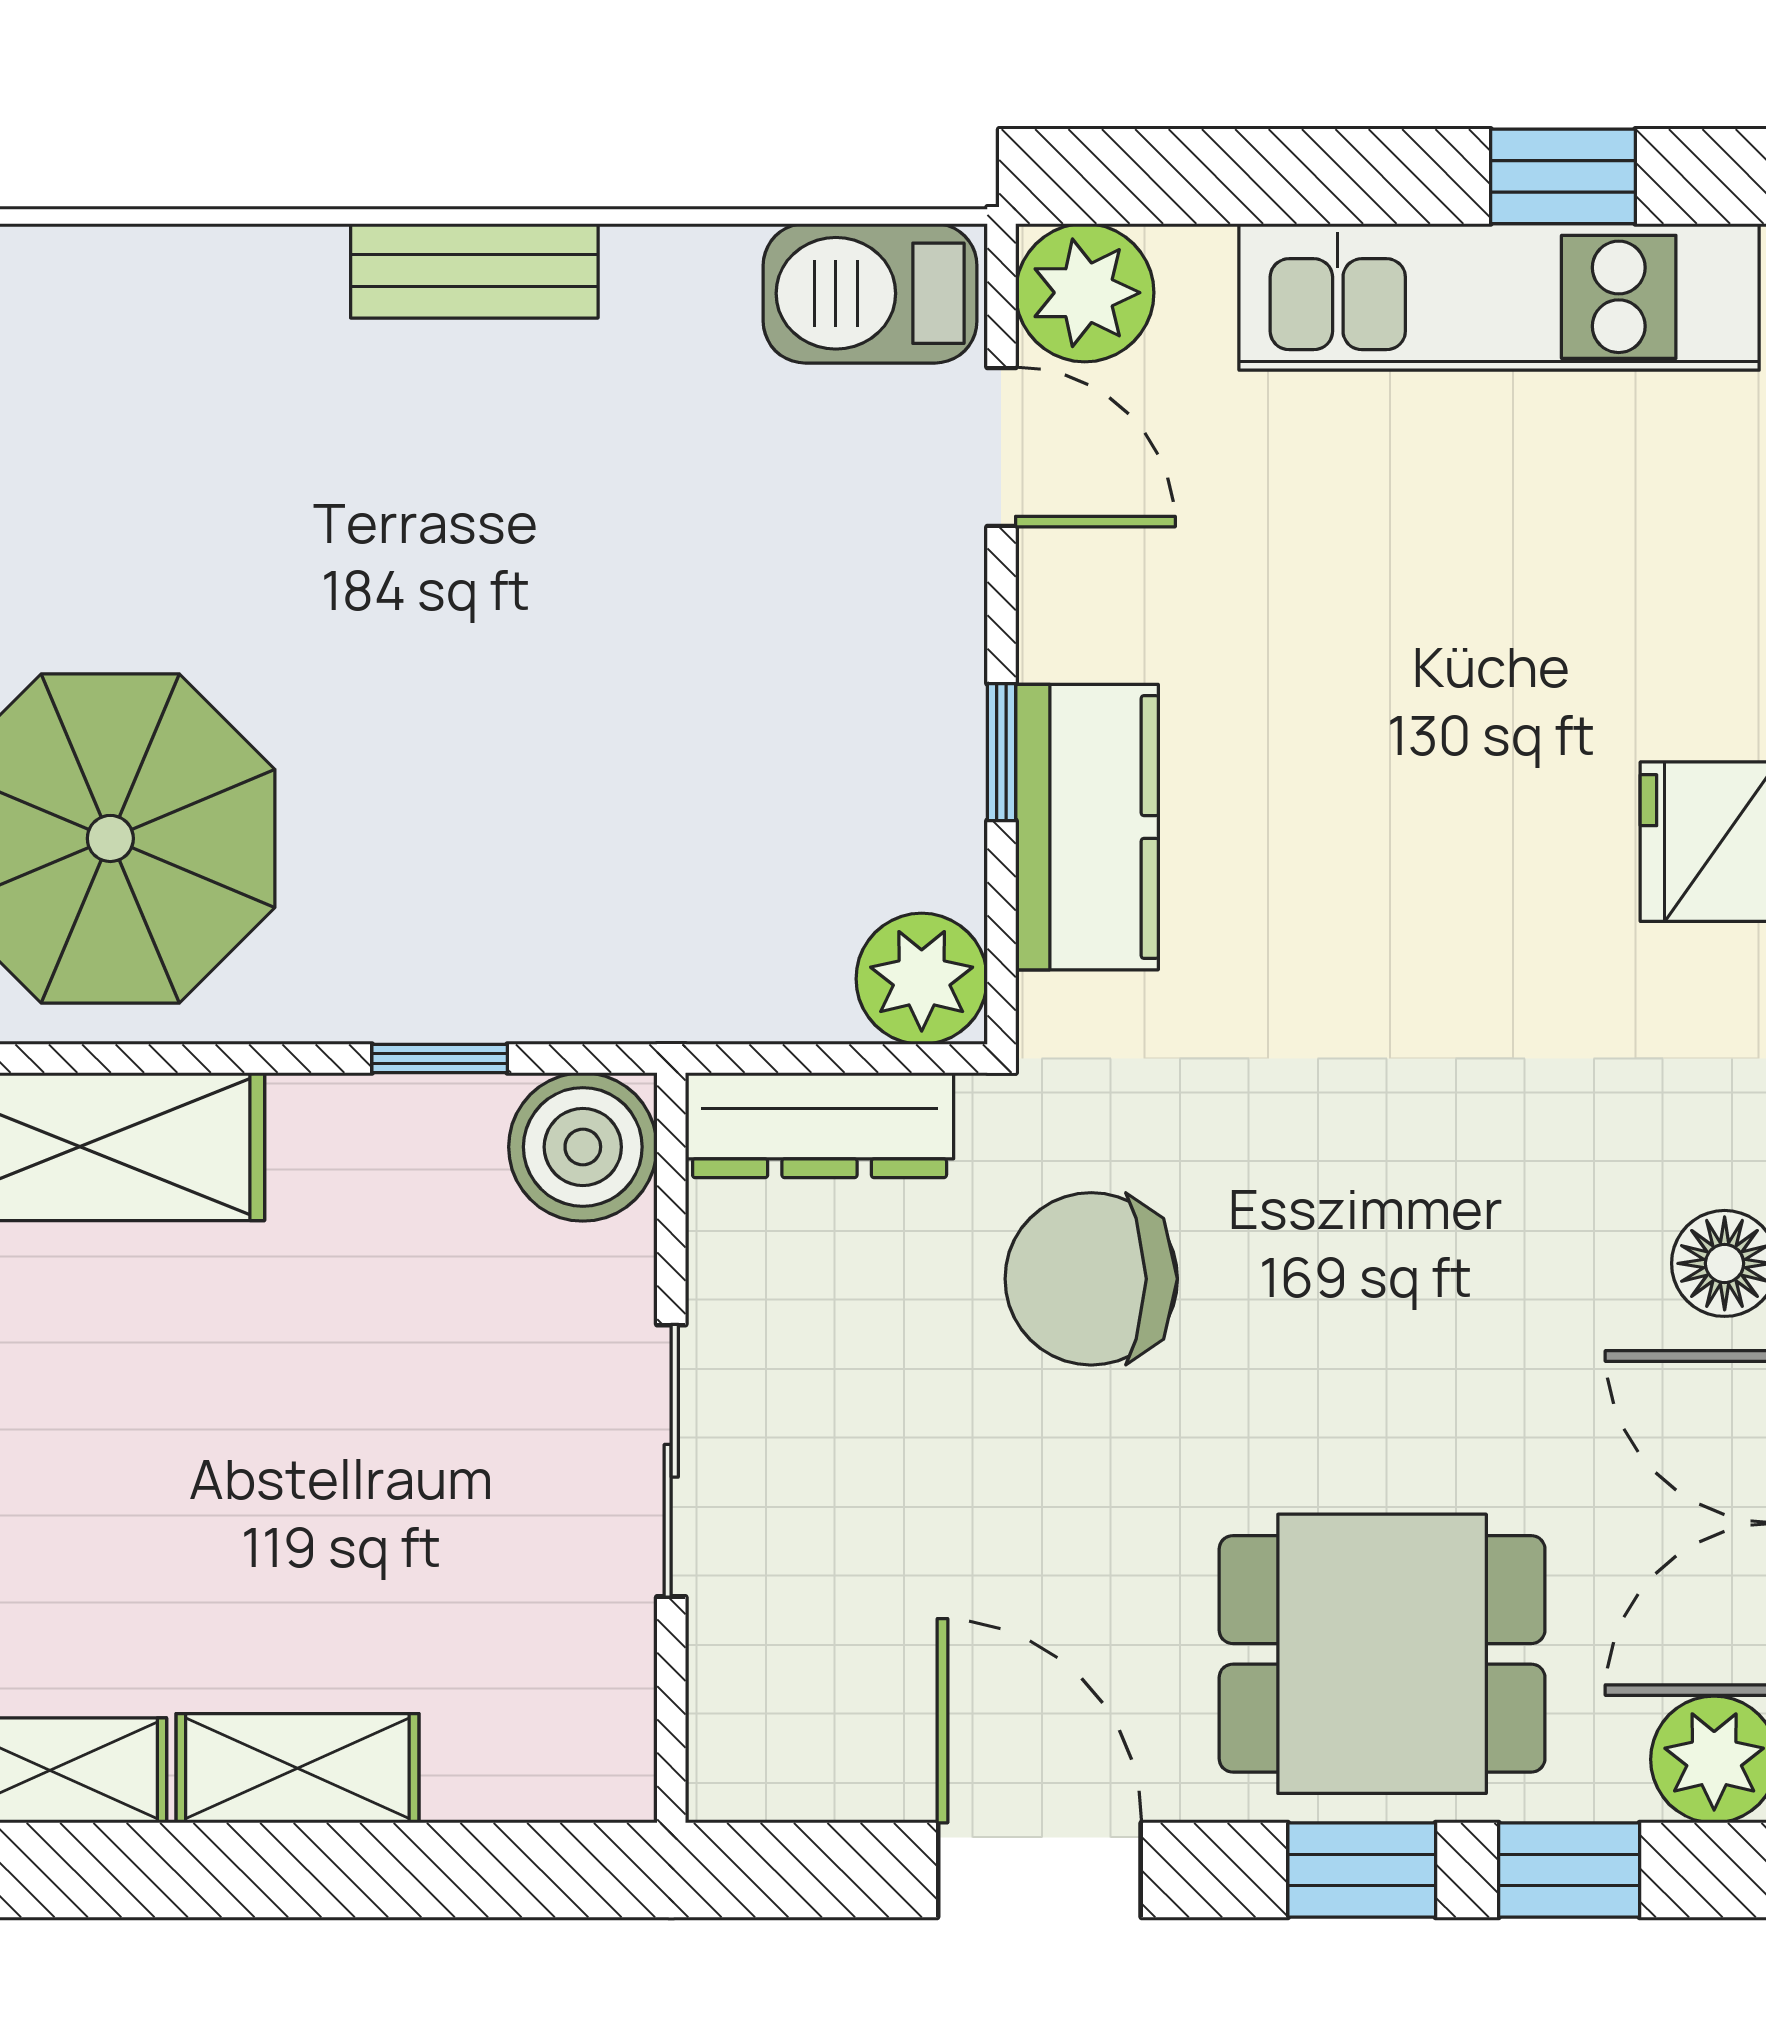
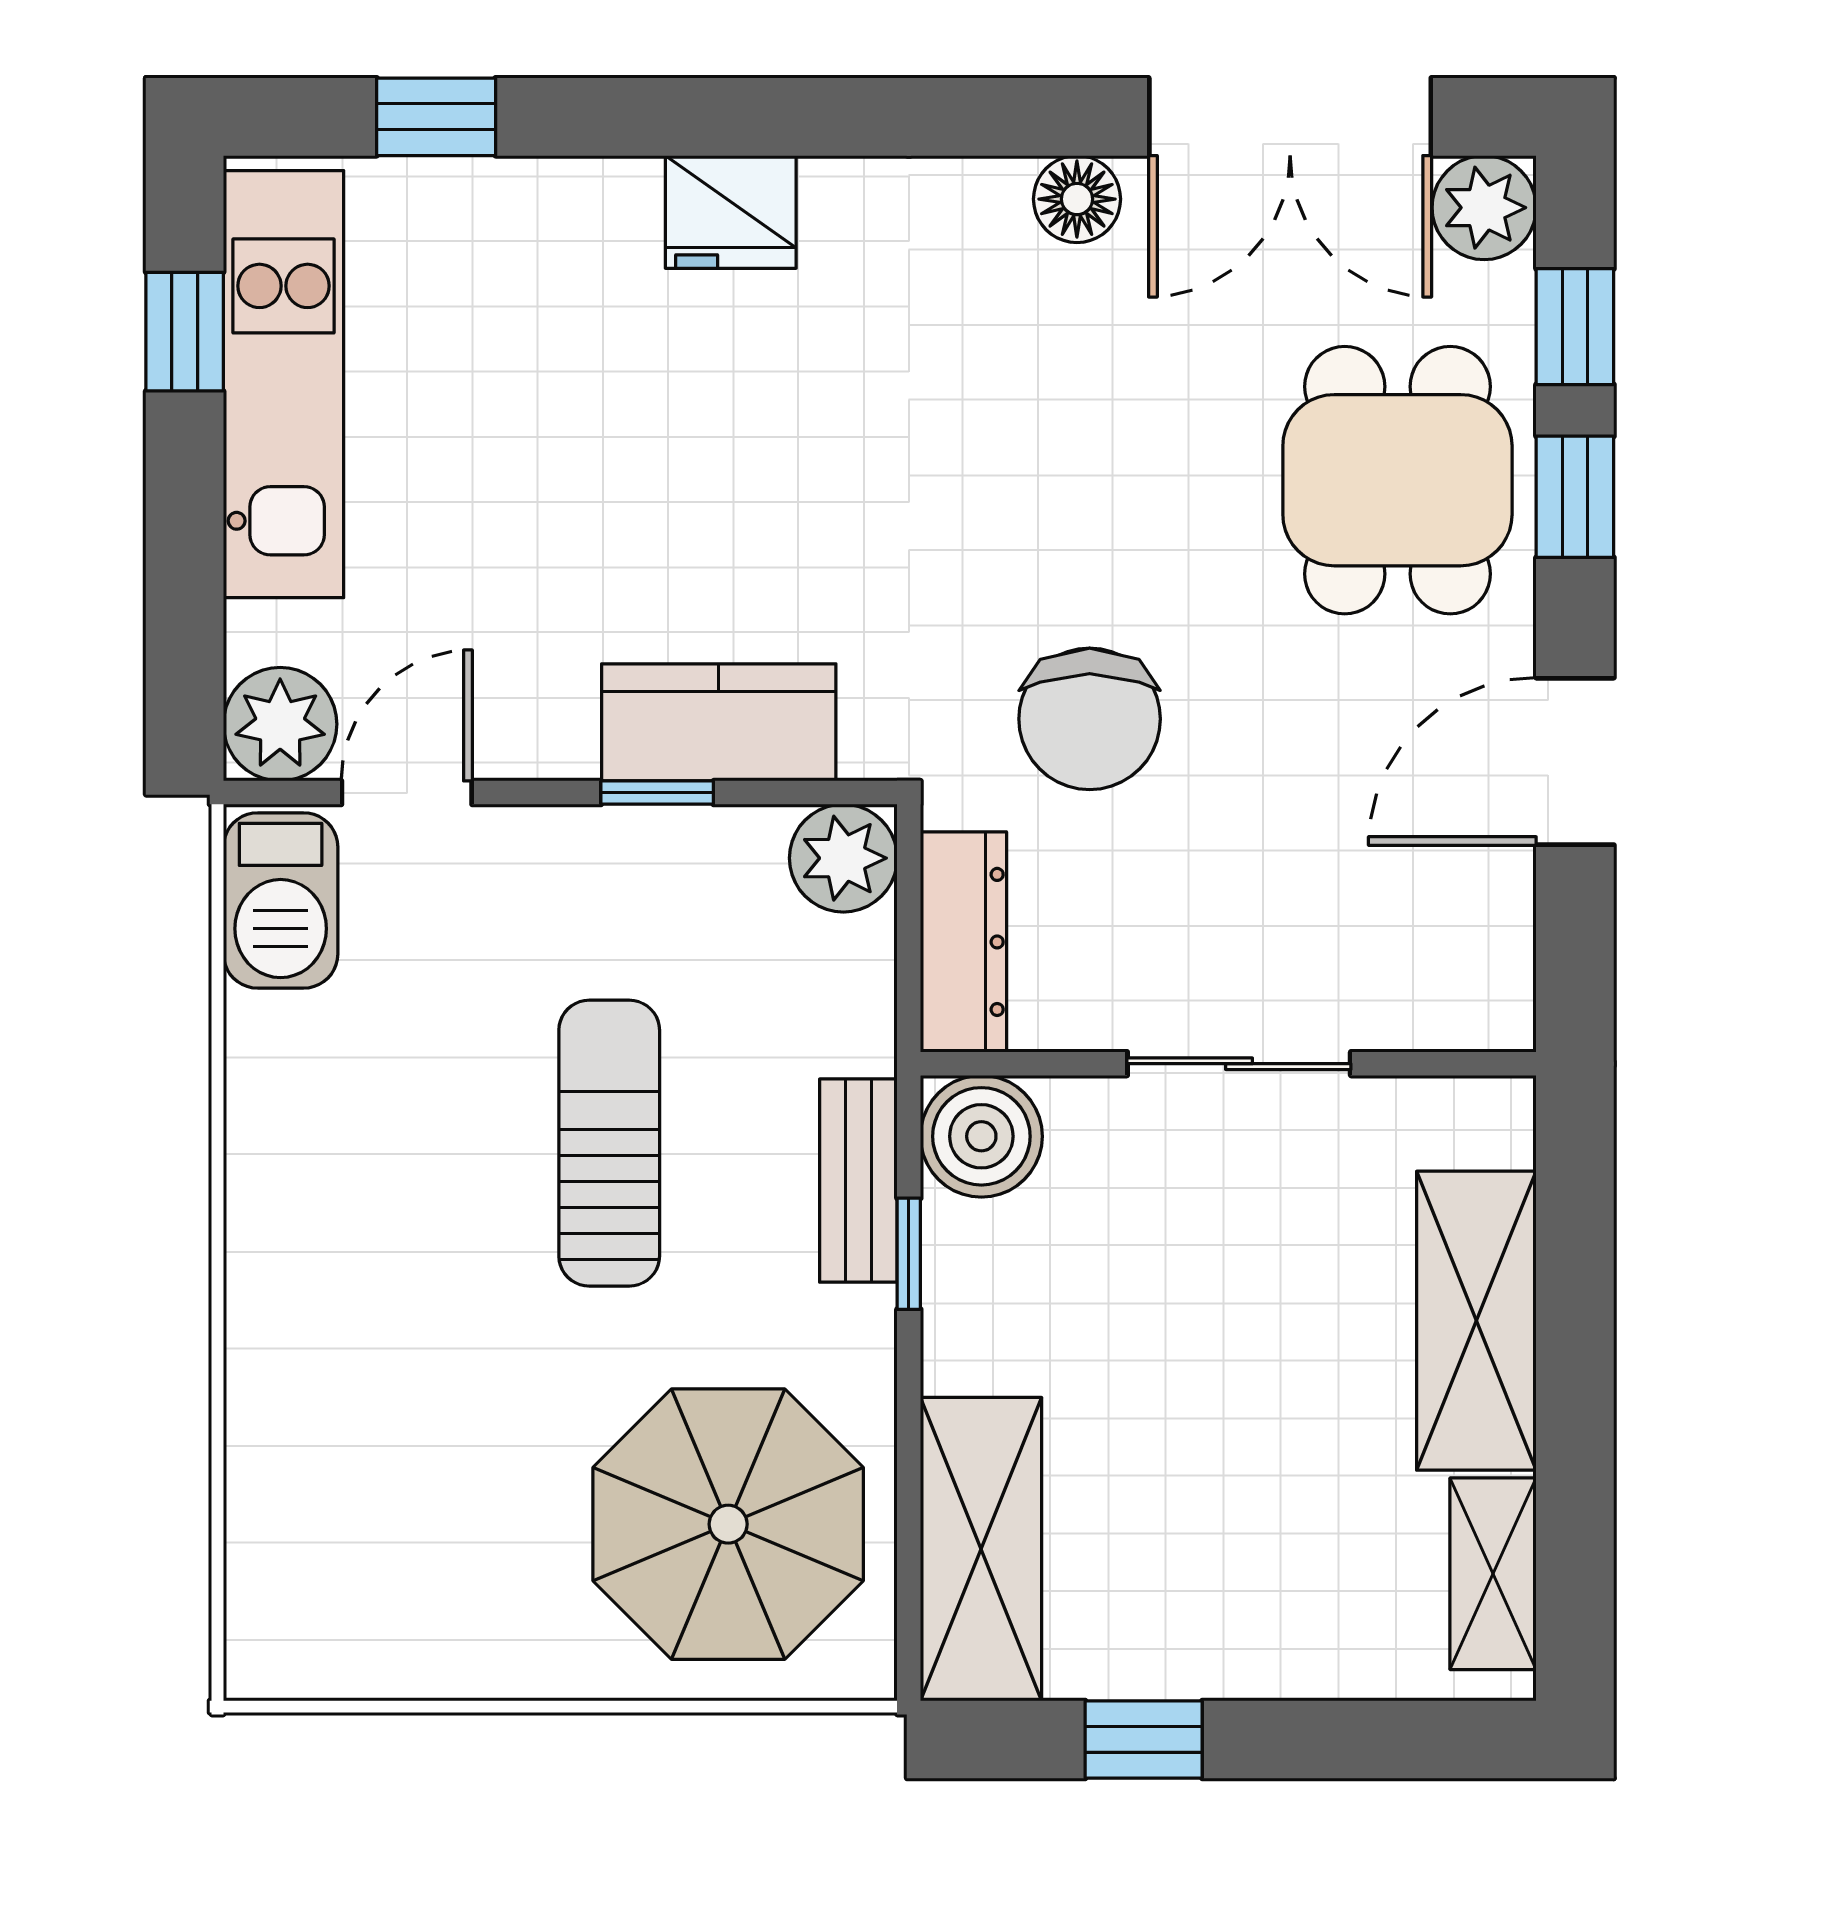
bench: (474, 271) -> (858, 1181), moved
sun lounger: (574, 694) -> (609, 1143), added
shelving: (297, 1768) -> (1476, 1321), width x1.50, depth x1.33

